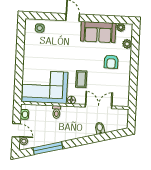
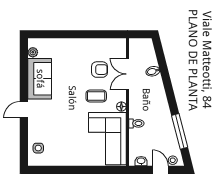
plant: (127, 44) -> (52, 44), removed
armchair: (111, 62) -> (99, 70), moved
door: (16, 130) -> (160, 170), hinge flipped

